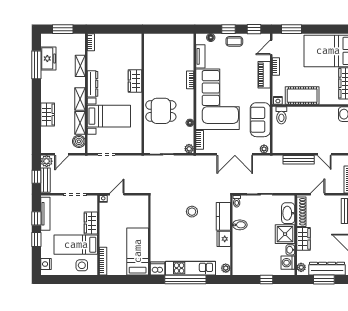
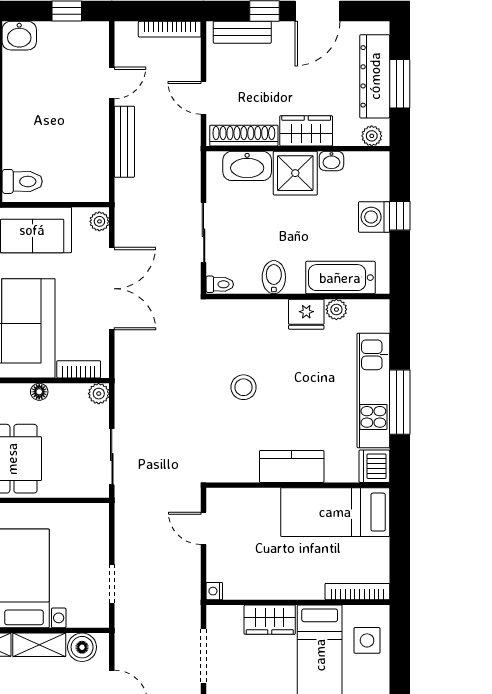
door: (117, 194) -> (204, 528), moved
kitchen counter: (223, 216) -> (292, 466), moved, turned 180
bathtub: (240, 254) -> (340, 278), added
washing machine: (288, 263) -> (374, 217), moved, turned 90
plant: (226, 268) -> (336, 309), moved
window: (185, 280) -> (400, 402), width x0.68

